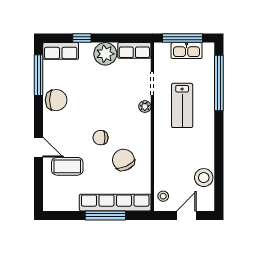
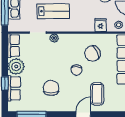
row of seats: (61, 51) -> (14, 88), moved
chair: (56, 100) -> (51, 88), moved
fridge: (163, 171) -> (101, 25), added

